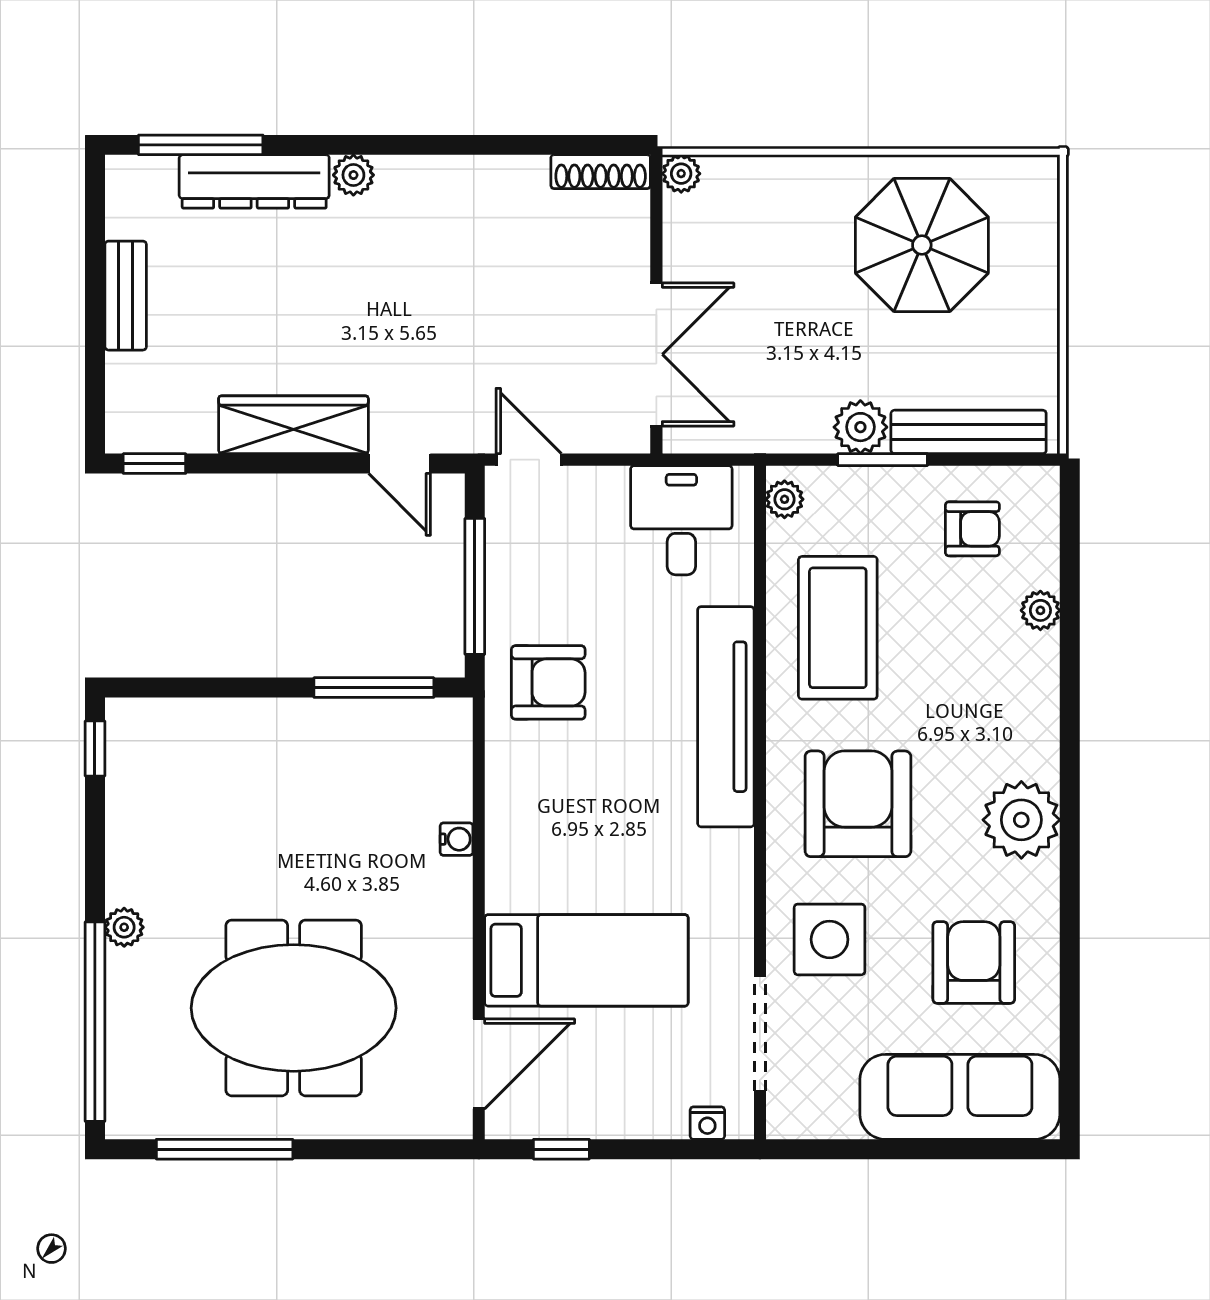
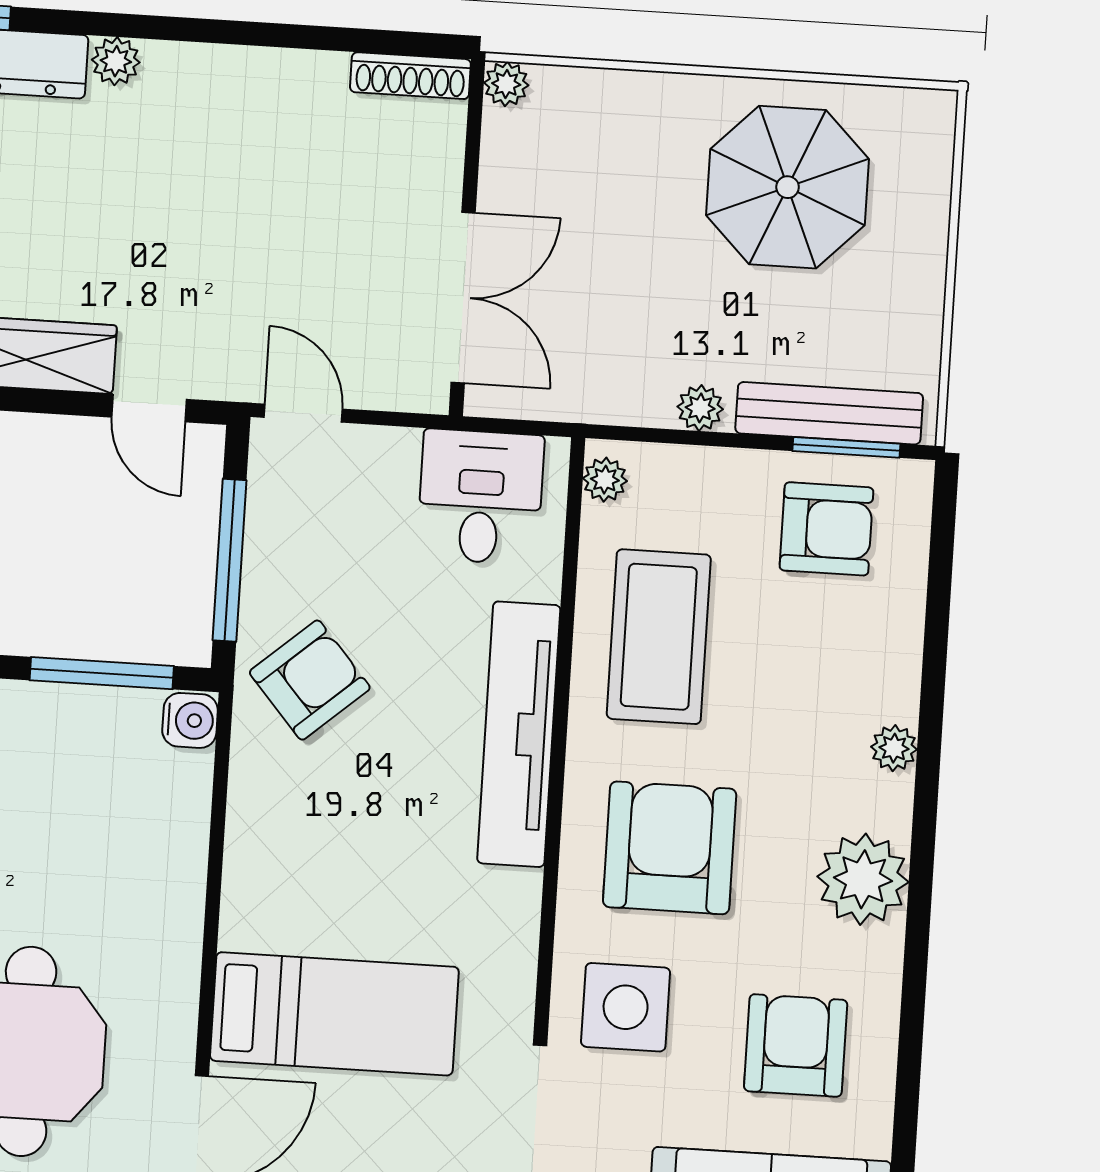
plant: (860, 427) -> (700, 408), width x0.73, depth x0.73
window: (883, 460) -> (846, 447), moved
armchair: (972, 529) -> (826, 529), width x1.38, depth x1.38
plant: (1040, 610) -> (894, 748), moved
armchair: (548, 682) -> (310, 680), turned -41
water cooler: (456, 839) -> (190, 720), moved, width x1.38, depth x1.38

